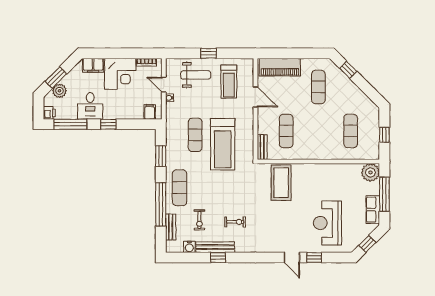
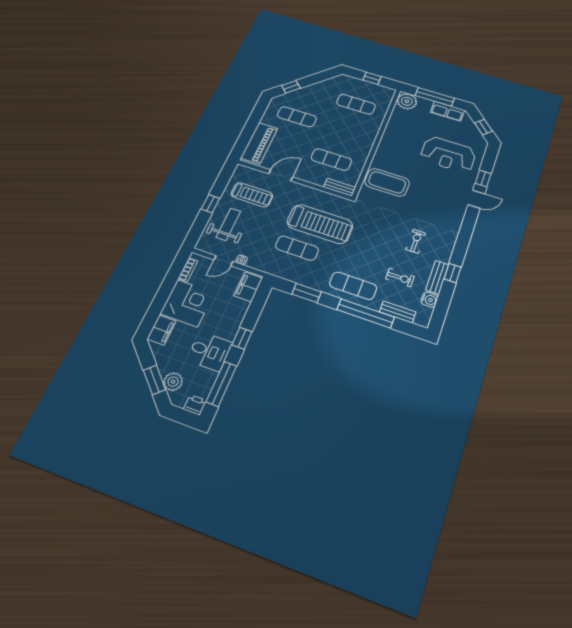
filing cabinet: (150, 112) -> (248, 287), width x2.00
bench: (215, 247) -> (437, 277), width x0.73

